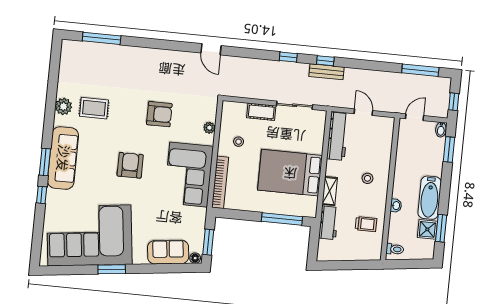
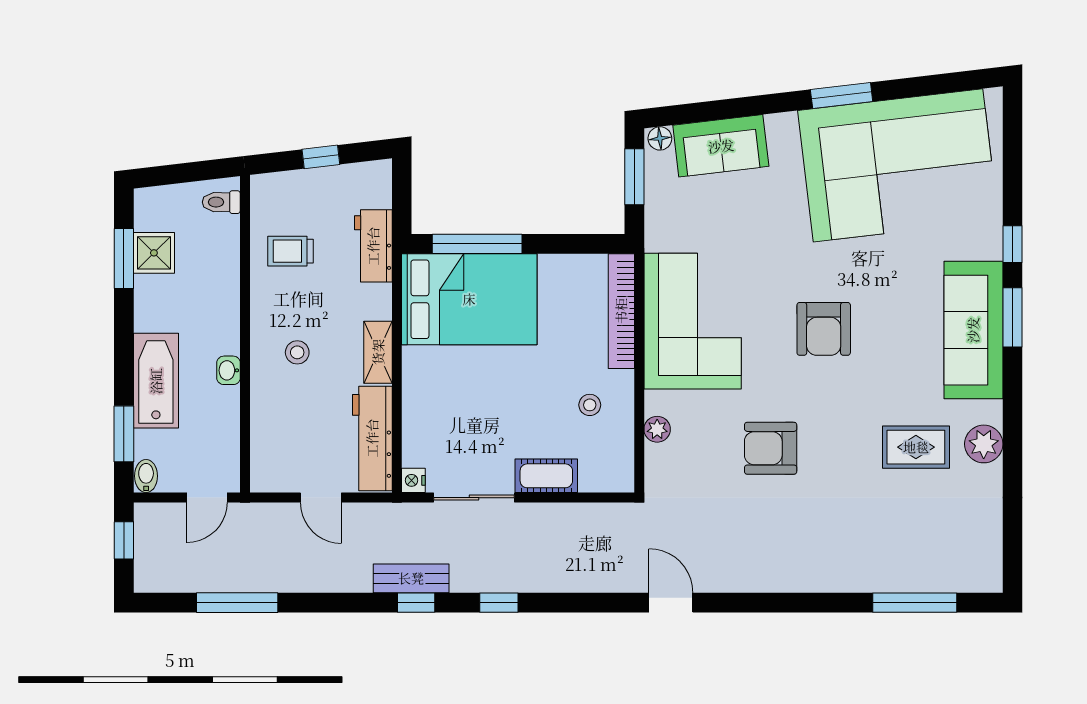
window: (420, 70) -> (237, 603), moved
nightstand: (321, 116) -> (413, 480), added
bed: (290, 173) -> (469, 299), moved
shelving: (330, 191) -> (378, 352), moved
bathtub: (430, 198) -> (156, 381), moved
washbasin: (396, 206) -> (229, 370), moved
window: (348, 265) -> (321, 157), added

